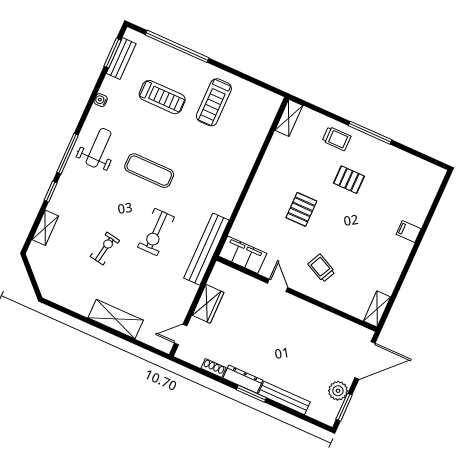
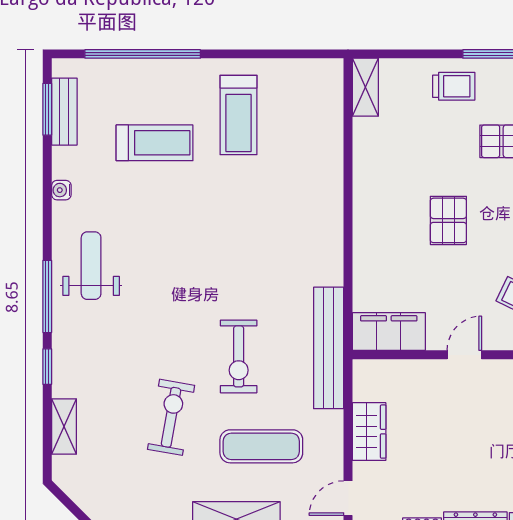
exercise mat: (149, 171) -> (261, 446), moved
exercise bike: (105, 248) -> (171, 417), width x1.38, depth x1.39
door: (278, 285) -> (464, 355), hinge flipped

